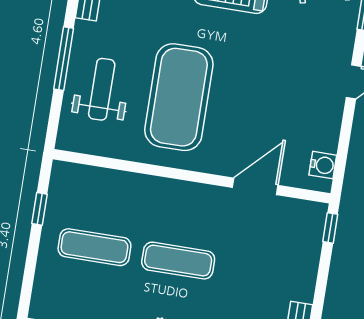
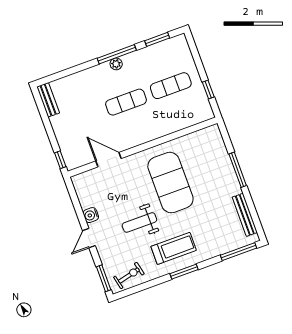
weight bench: (102, 89) -> (139, 222), moved, turned 90
water cooler: (323, 165) -> (91, 215), moved
door: (255, 186) -> (109, 160), swing flipped

